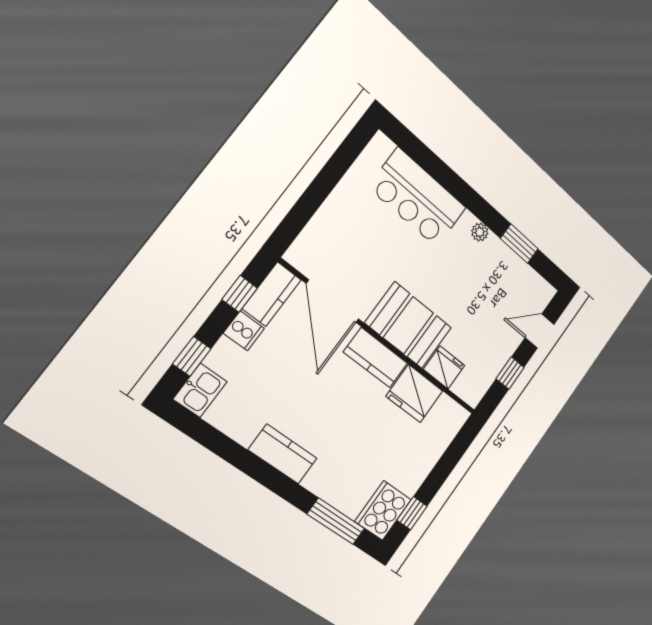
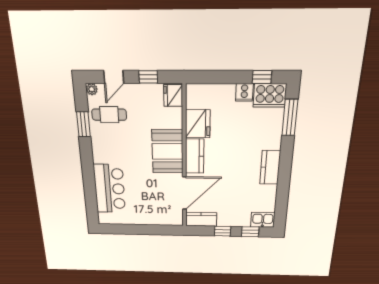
plant: (480, 232) -> (92, 89), moved
cafe table: (506, 288) -> (109, 115), added
window: (240, 294) -> (223, 231), moved
cooker: (244, 331) -> (244, 92), moved, turned 180
door: (540, 331) -> (114, 77), hinge flipped
fridge: (444, 367) -> (173, 96), moved

